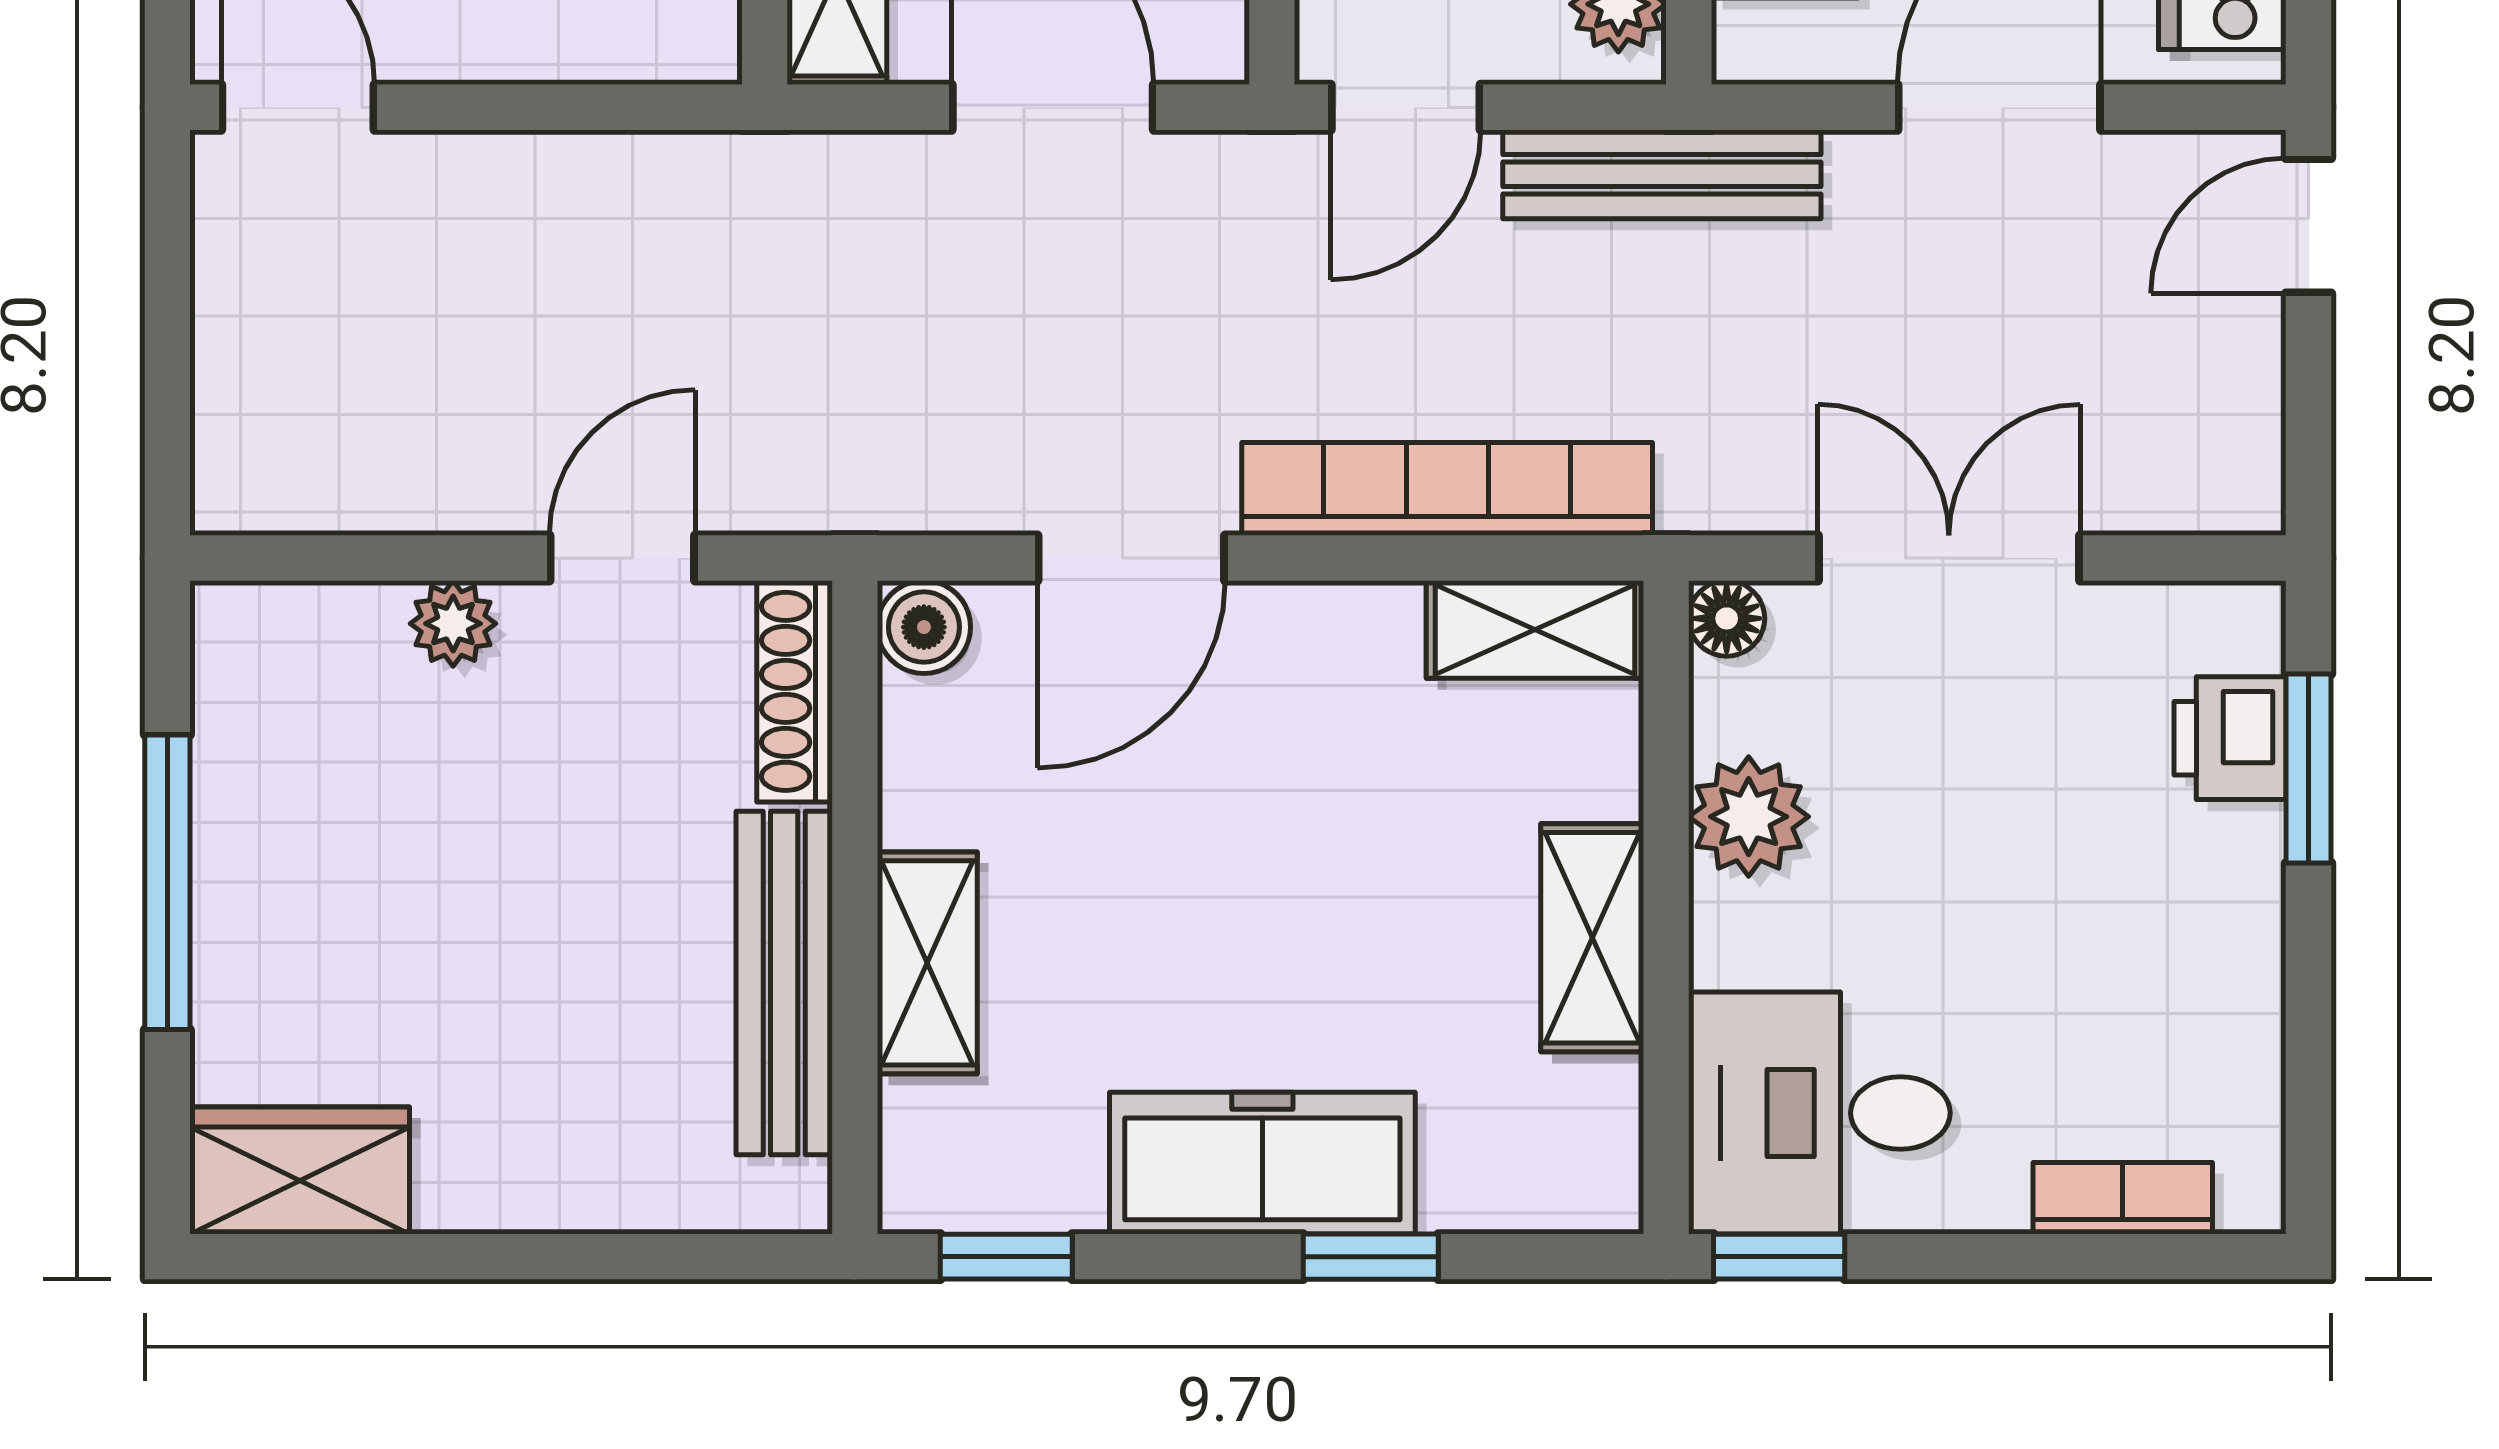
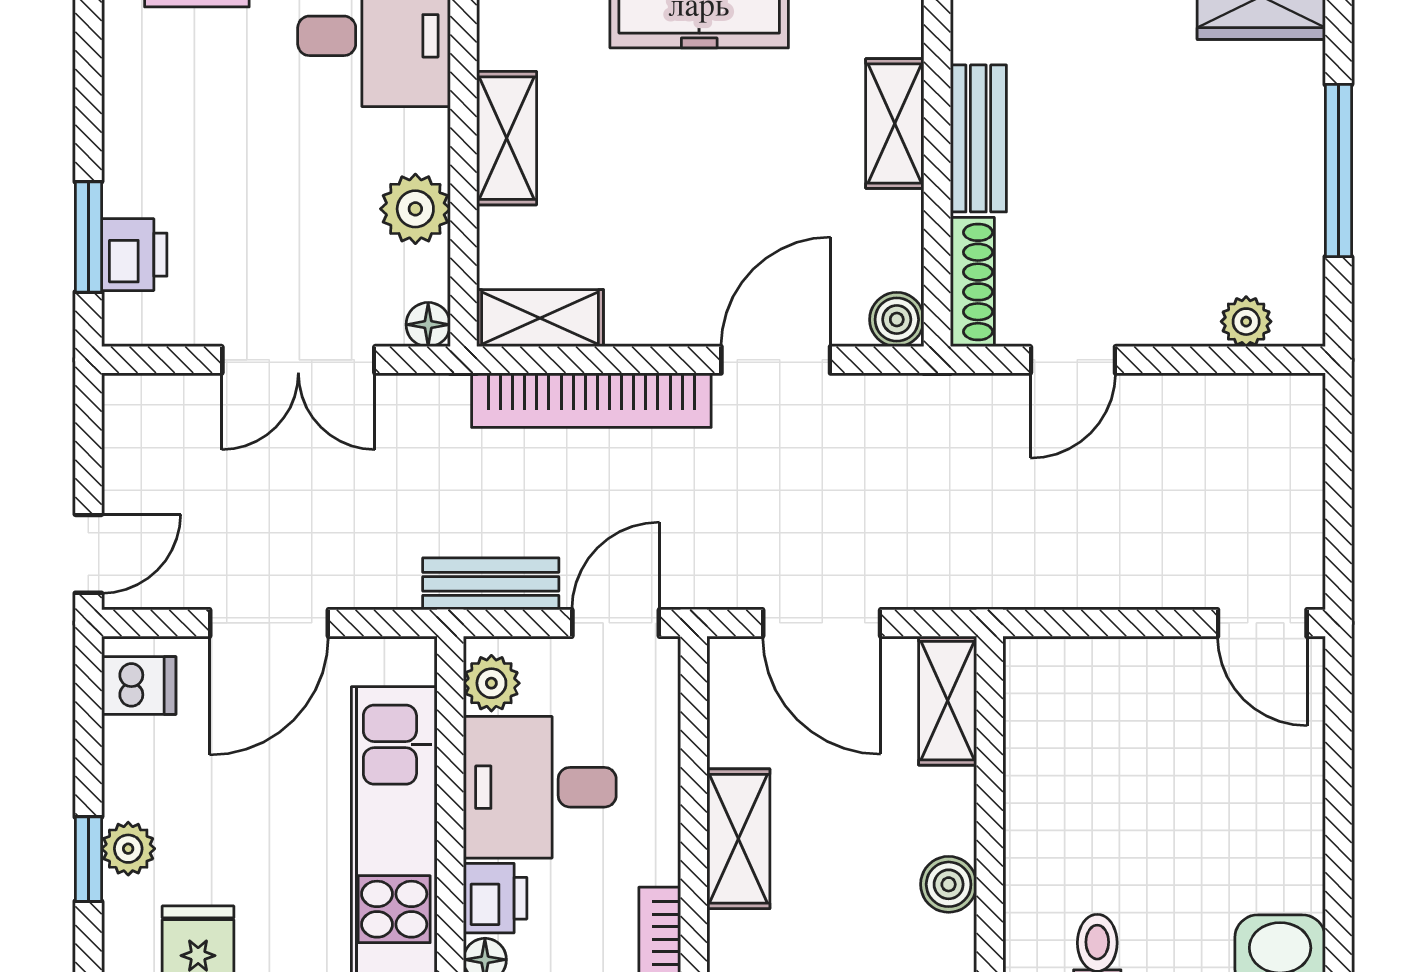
bench: (1662, 174) -> (491, 584), width x0.73
plant: (453, 624) -> (1246, 322), moved
bench: (784, 983) -> (978, 138), width x0.73

